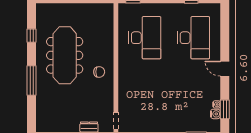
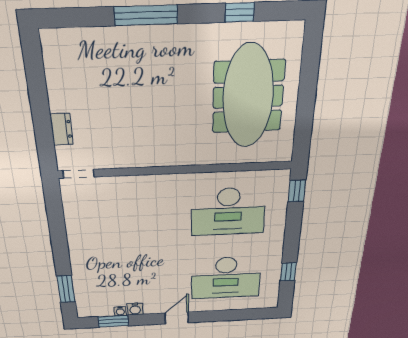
meeting table: (65, 55) -> (248, 97), moved, turned 90
chair: (99, 72) -> (167, 143), removed
water cooler: (215, 114) -> (135, 309), moved

